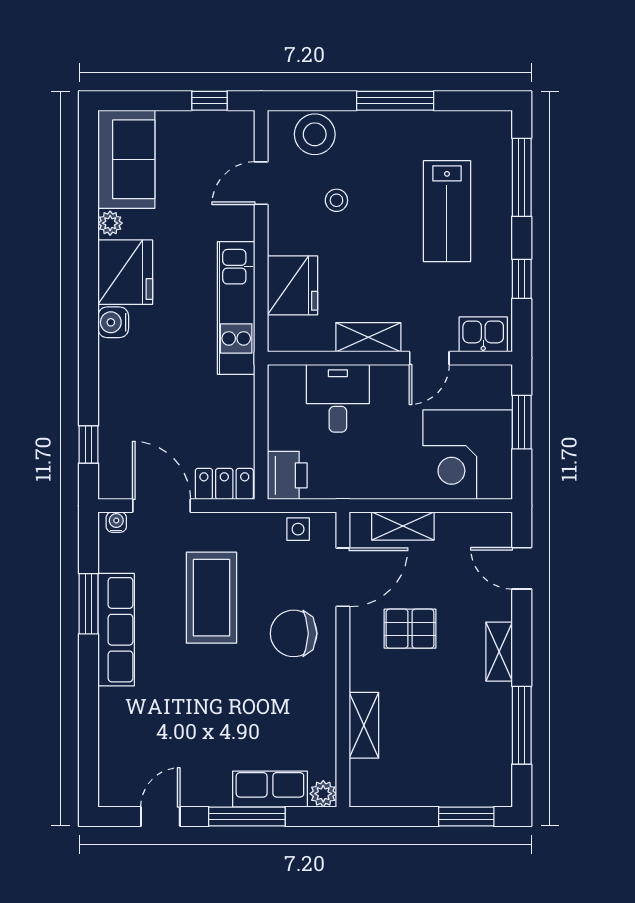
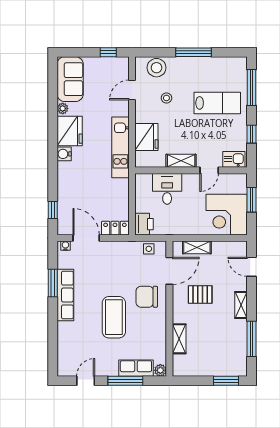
lab bench: (447, 211) -> (217, 103), turned -90
coffee table: (211, 598) -> (114, 317), moved

